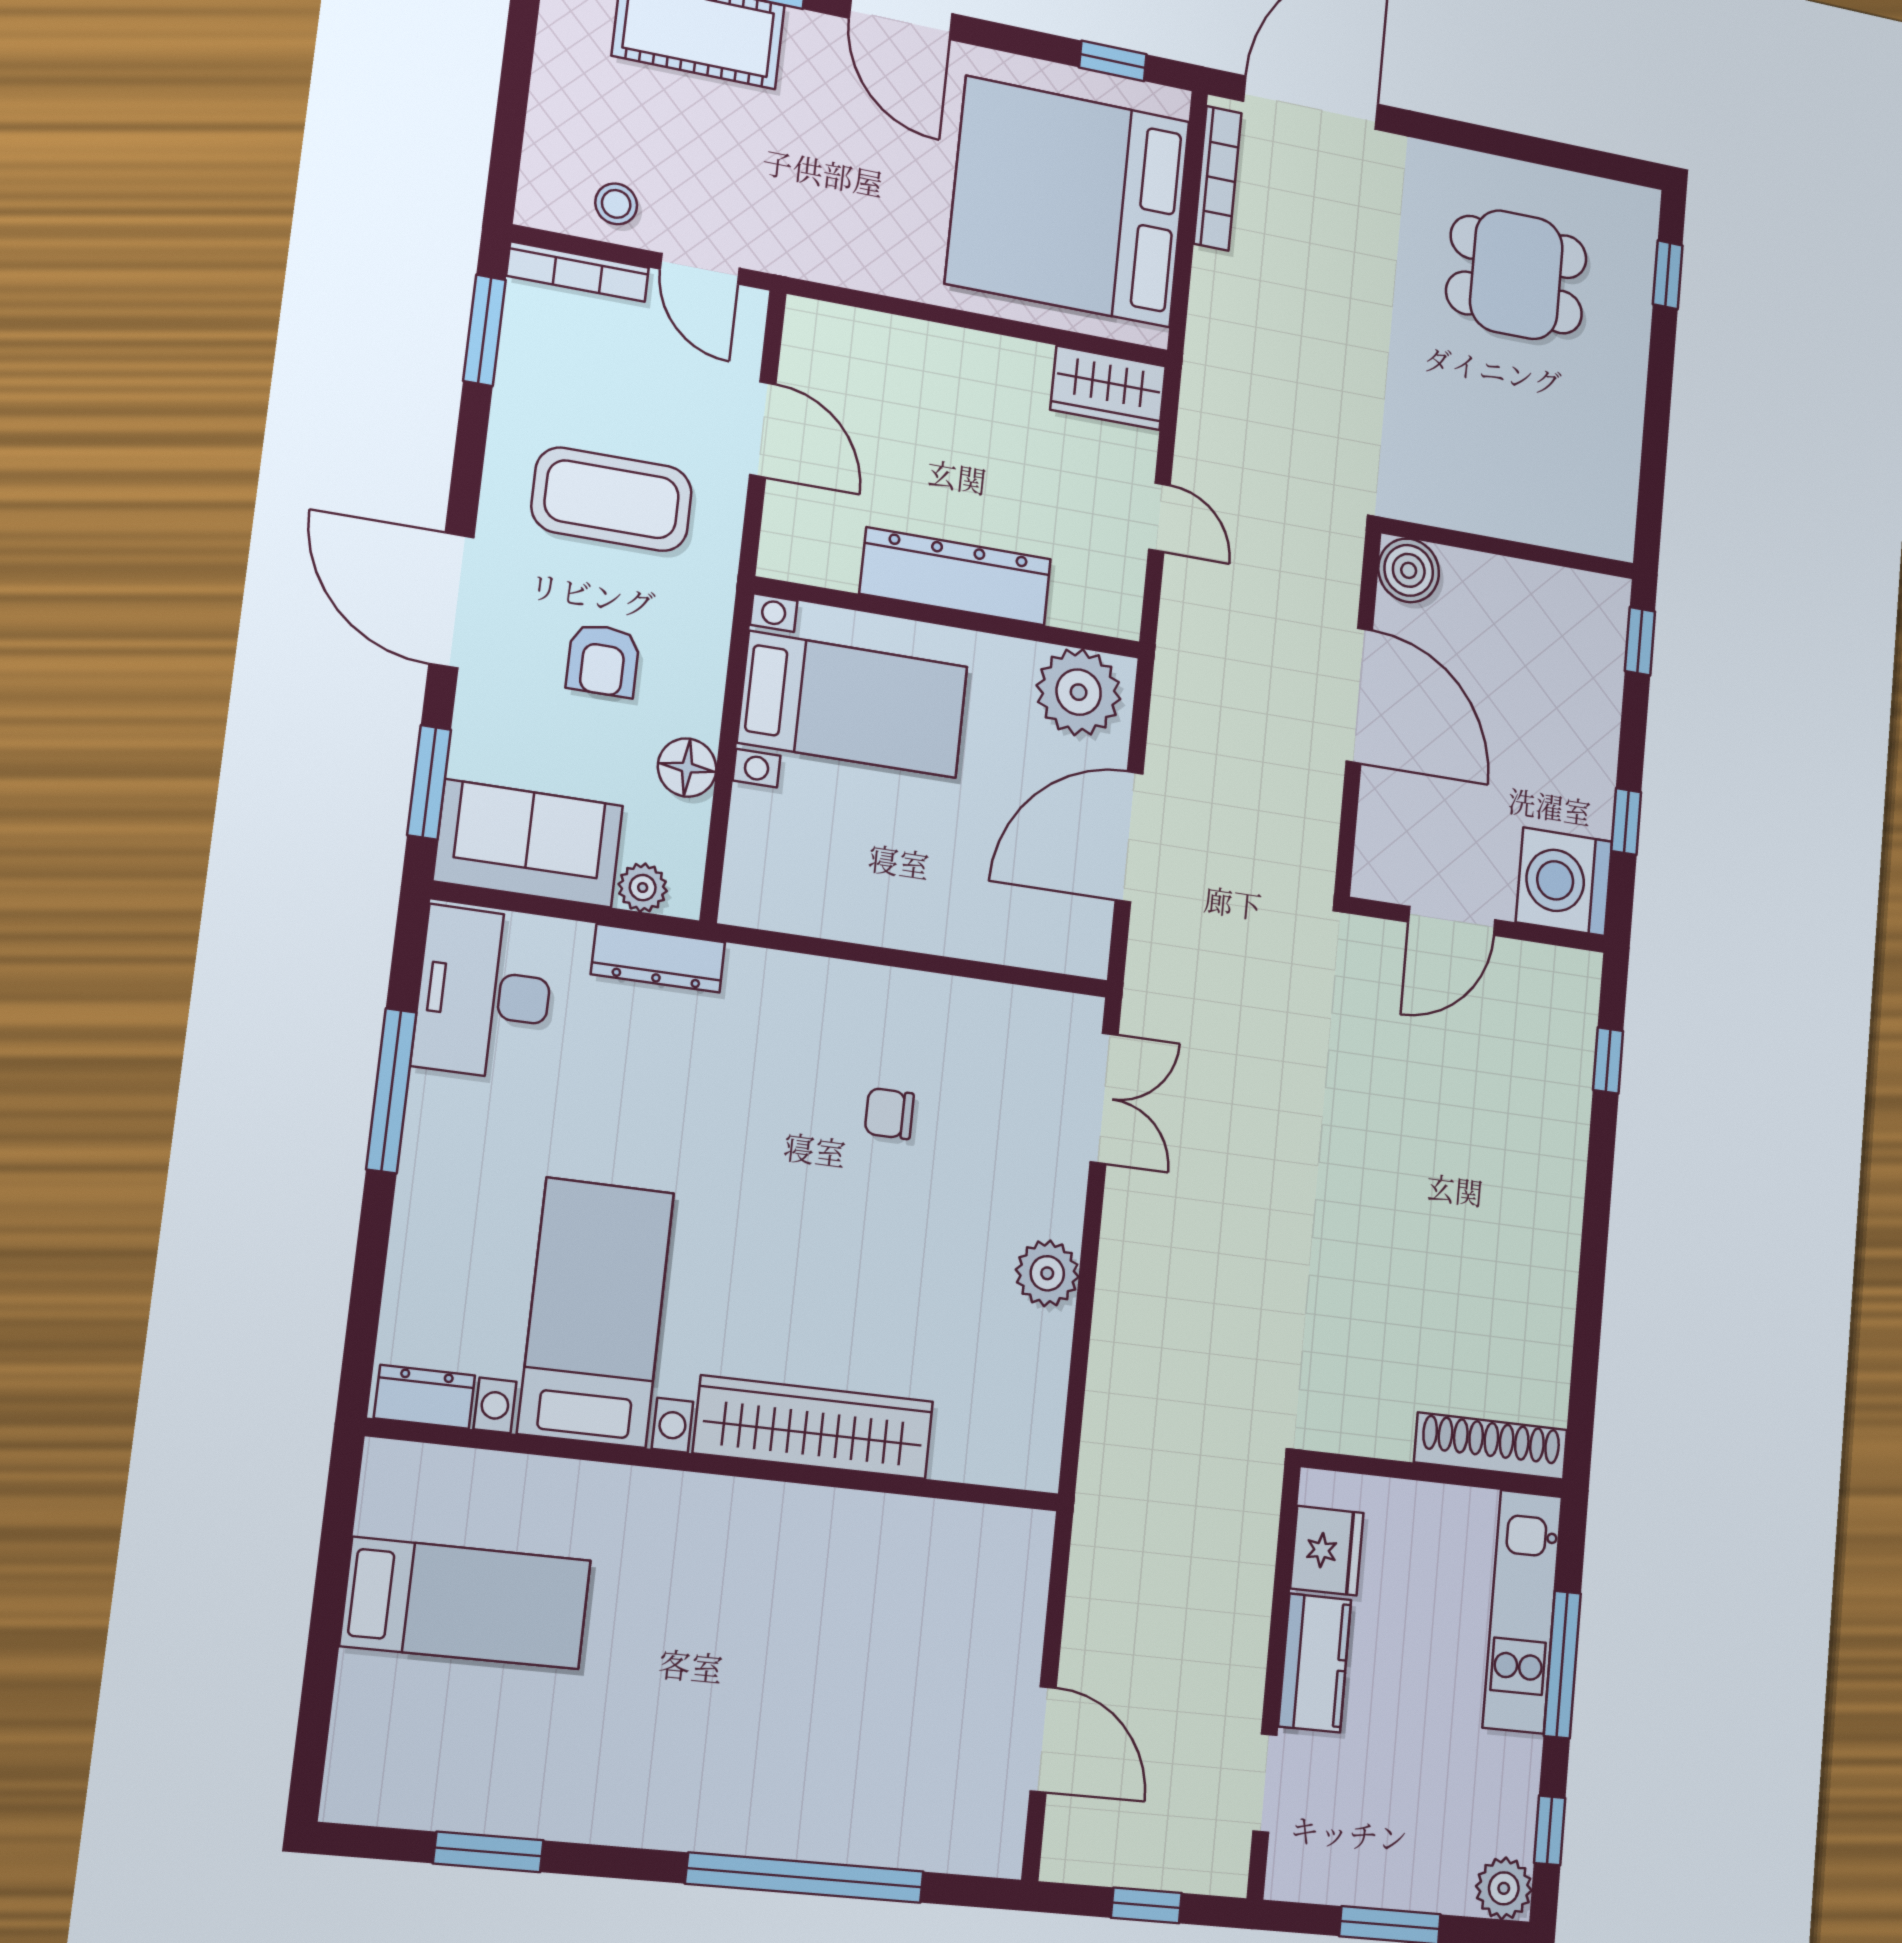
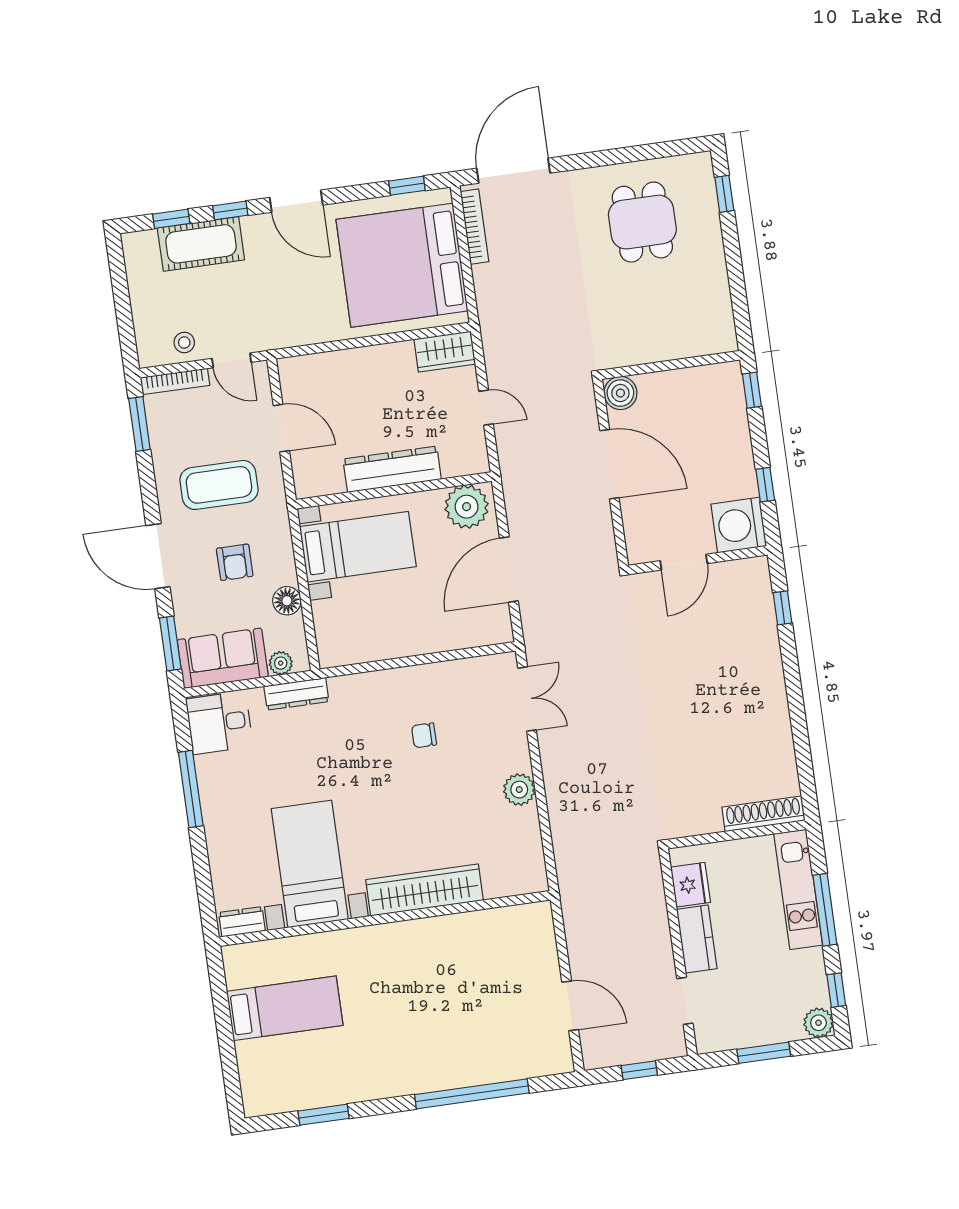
dining table: (1516, 275) -> (642, 222), turned 90
desk: (484, 994) -> (219, 723), width x0.73

